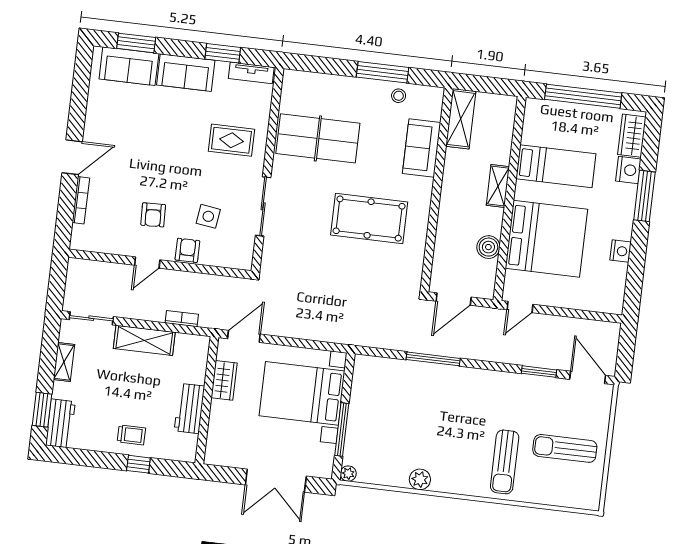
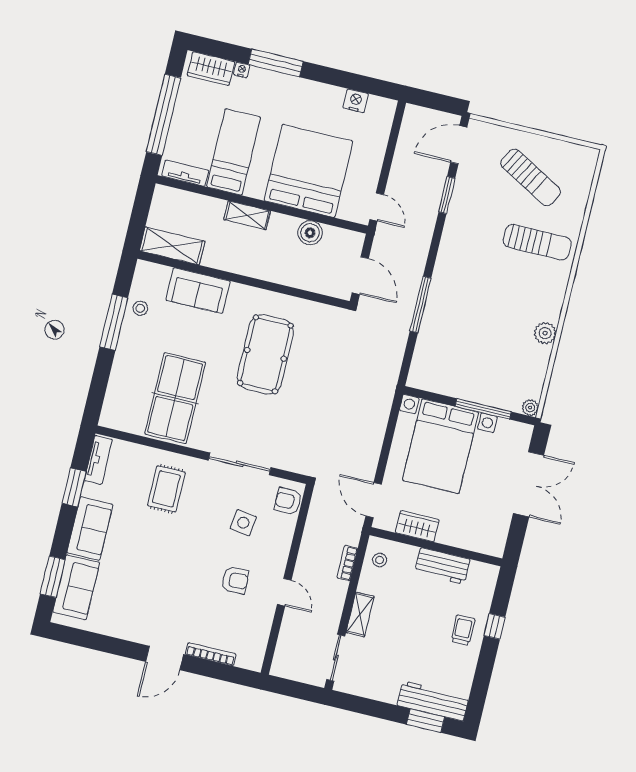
tv unit: (531, 123) -> (185, 173), added
door: (72, 157) -> (165, 658), swing flipped
nightstand: (628, 170) -> (242, 70), width x0.53, depth x0.56
armchair: (187, 250) -> (288, 501), moved
nightstand: (621, 251) -> (356, 101), moved
shelving: (144, 340) -> (360, 614), width x0.67, depth x0.75
stool: (188, 349) -> (380, 560), added
shelving: (64, 362) -> (378, 692), removed
workbench: (60, 423) -> (433, 701), width x1.38
sun lounger: (565, 448) -> (531, 177), turned -61

